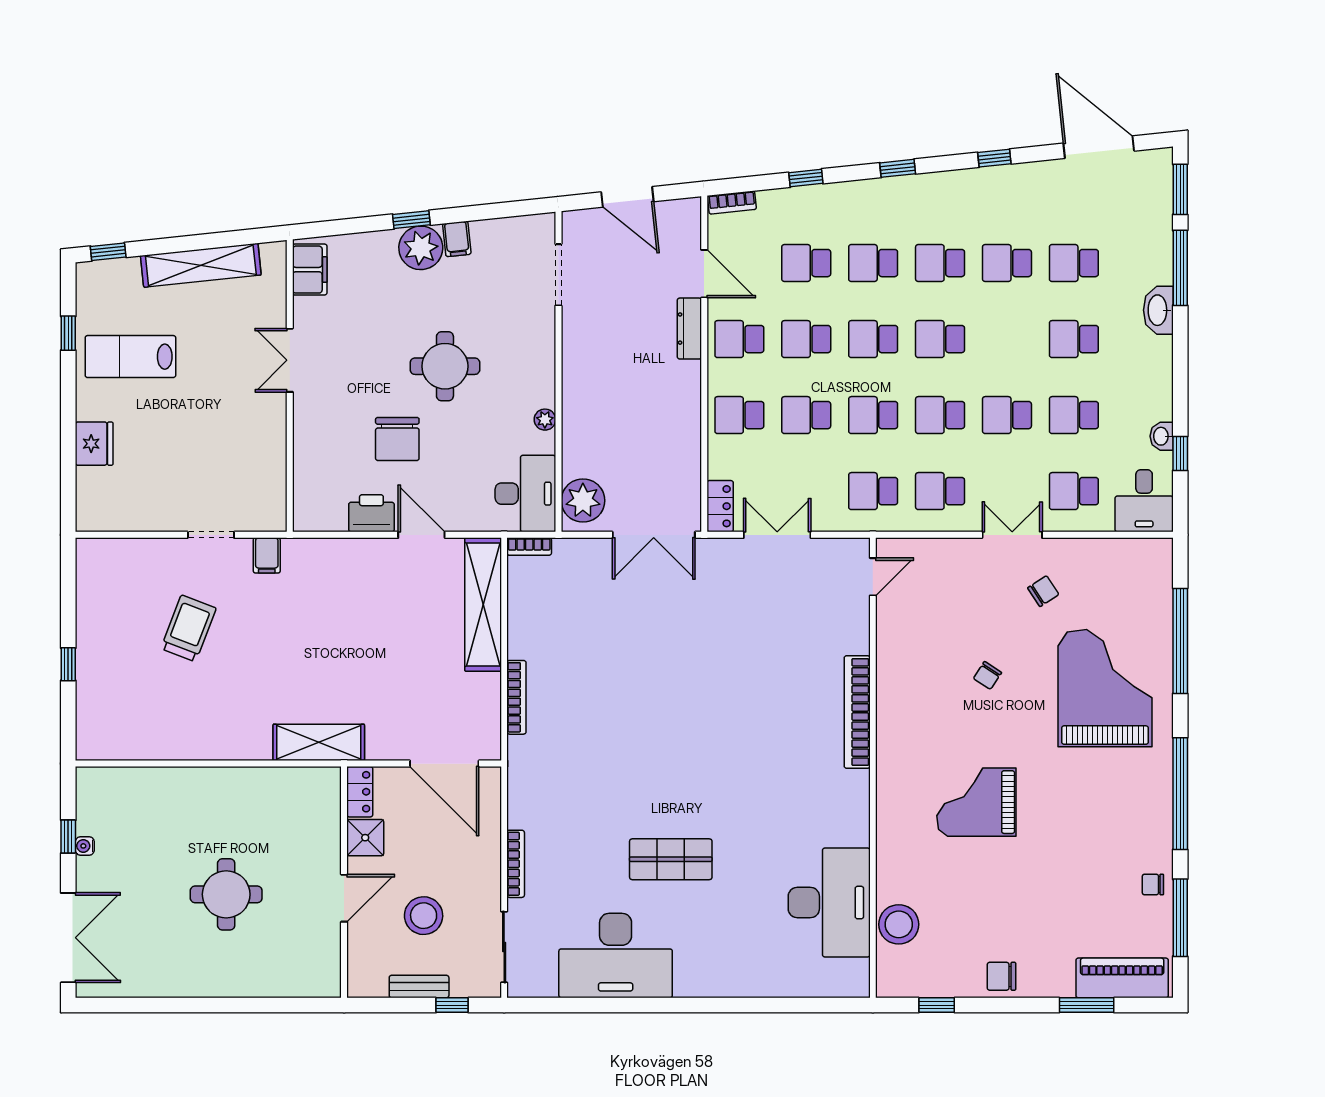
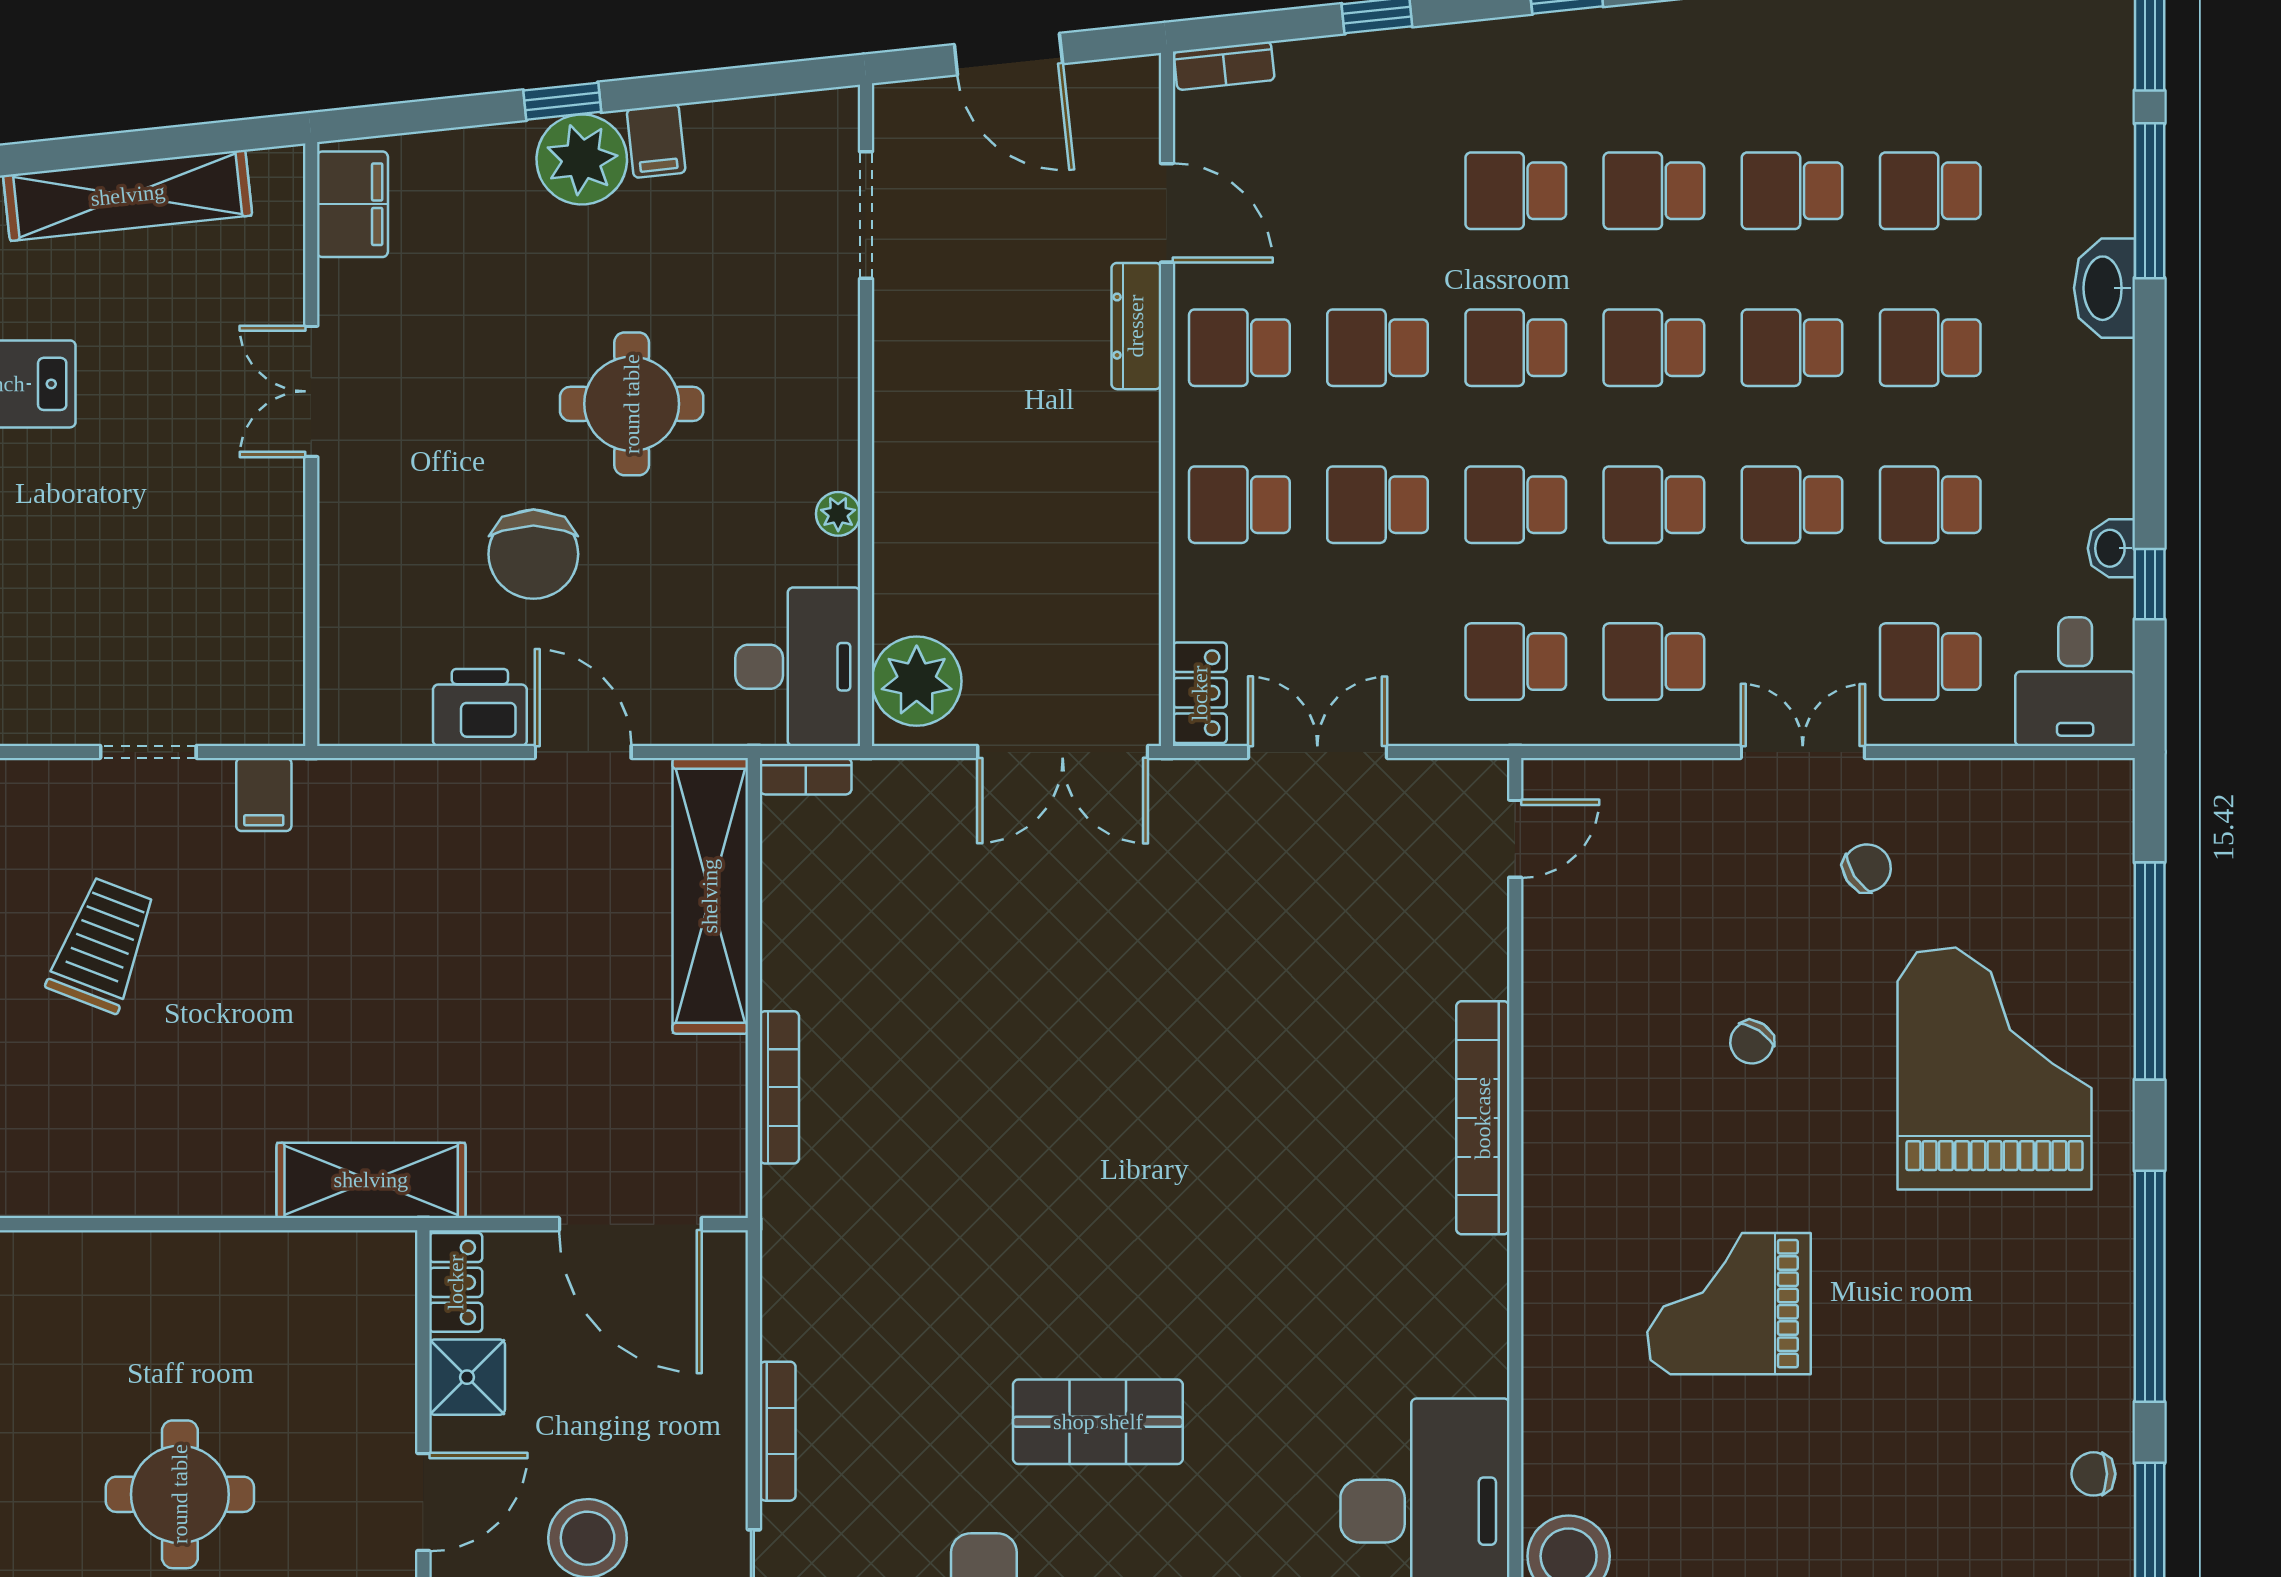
school desk: (806, 263) -> (1792, 348), moved

